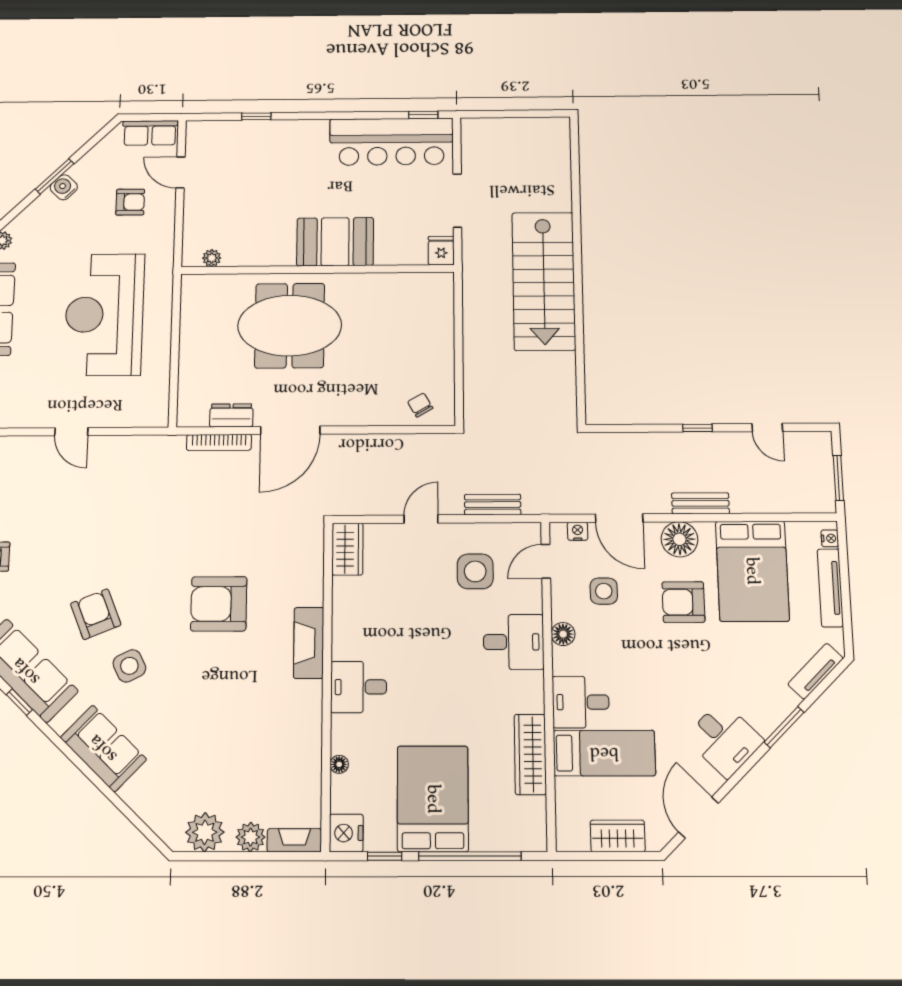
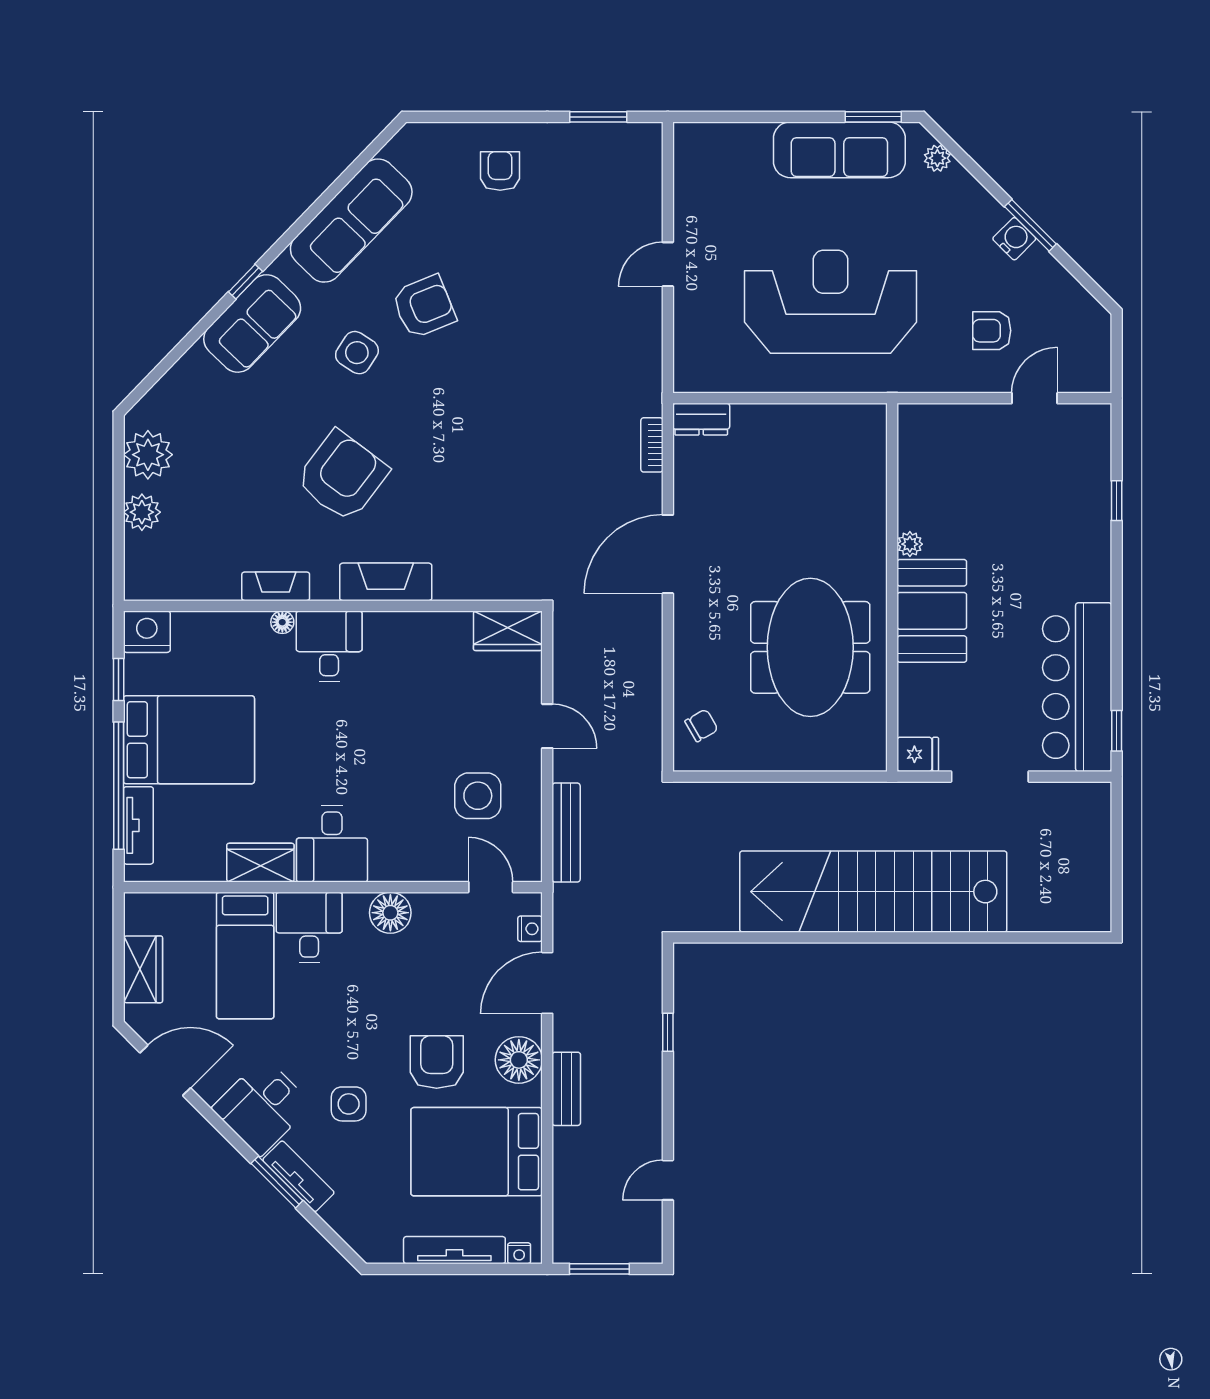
row of seats: (150, 133) -> (1093, 354), removed
armchair: (130, 202) -> (992, 331), turned 90
plant: (212, 258) -> (910, 544), moved
stairs: (544, 281) -> (873, 892), width x1.36
meeting table: (290, 326) -> (810, 647), moved
dresser: (231, 415) -> (701, 419), moved, turned 90
window: (697, 428) -> (668, 1032), moved
door: (290, 430) -> (668, 554), hinge flipped
bookcase: (219, 442) -> (652, 445), width x0.64
bench: (493, 505) -> (566, 833), width x1.36
side table: (604, 591) -> (349, 1104), moved
armchair: (219, 604) -> (342, 476), moved, turned 37
floor lamp: (563, 634) -> (390, 913), width x1.38, depth x1.38
desk: (514, 642) -> (332, 844), moved
side table: (129, 666) -> (357, 353), turned -31
tv unit: (815, 671) -> (298, 1176), moved
window: (19, 702) -> (245, 282), moved
wardrobe: (530, 754) -> (260, 863), width x0.67
floor lamp: (339, 764) -> (282, 622), moved
fireplace: (294, 840) -> (276, 586), moved, turned -90
tv unit: (502, 840) -> (138, 825), added

